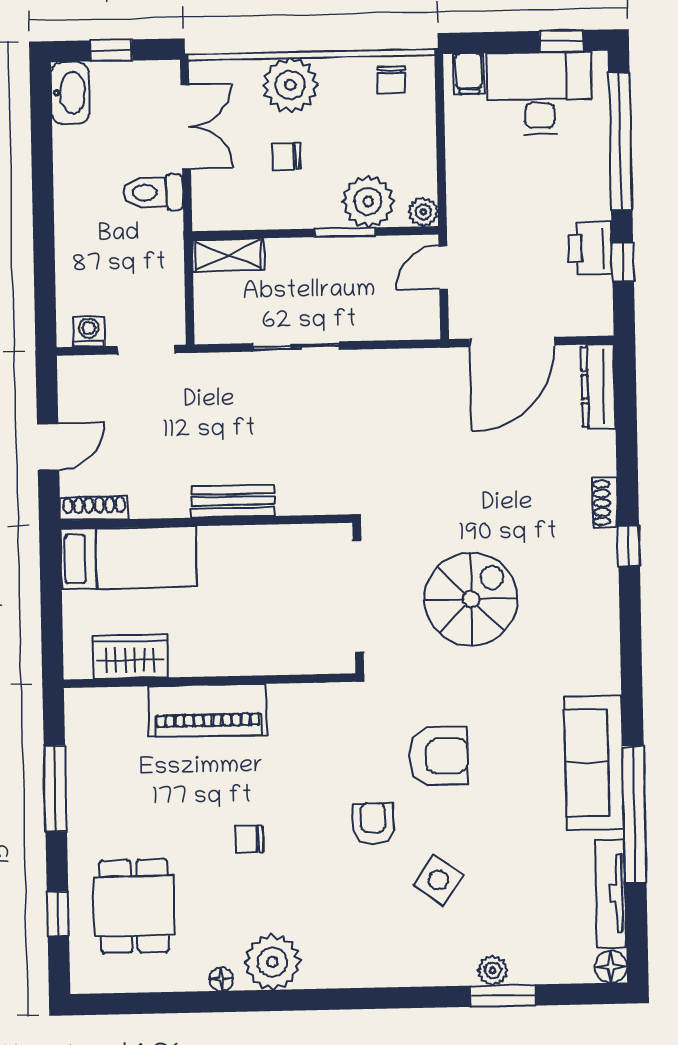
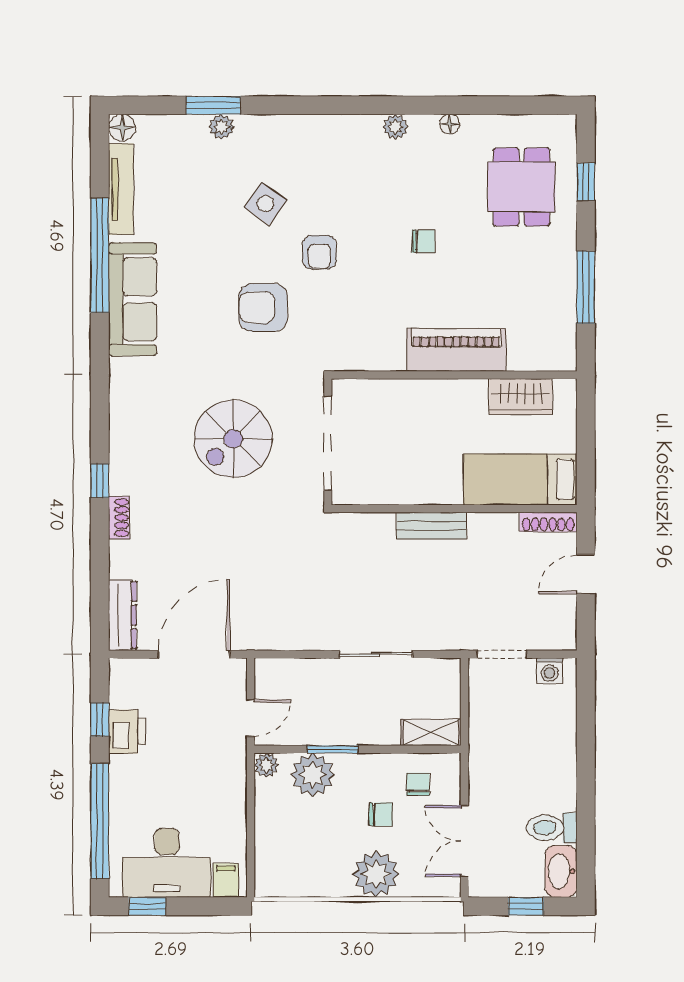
chair: (392, 80) -> (418, 784), moved
toilet: (153, 192) -> (552, 828), moved, turned 180
plant: (272, 962) -> (395, 127), width x0.53, depth x0.53

